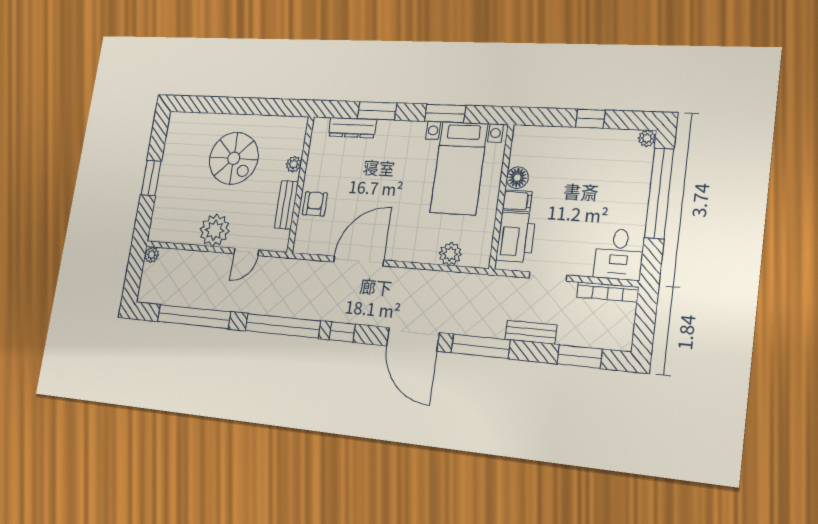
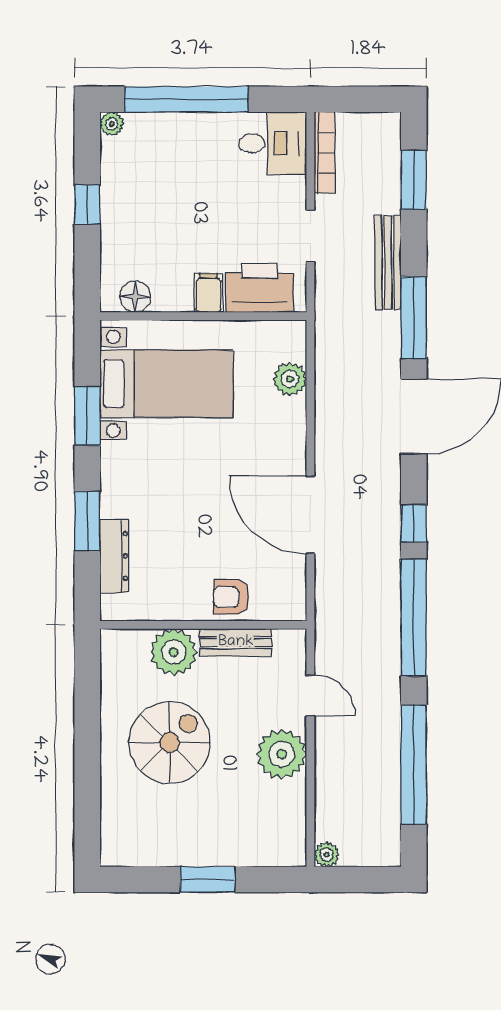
plant: (294, 164) -> (174, 652), width x1.87, depth x1.87
floor lamp: (517, 178) -> (135, 297), moved
bench: (531, 332) -> (388, 262), width x1.36

